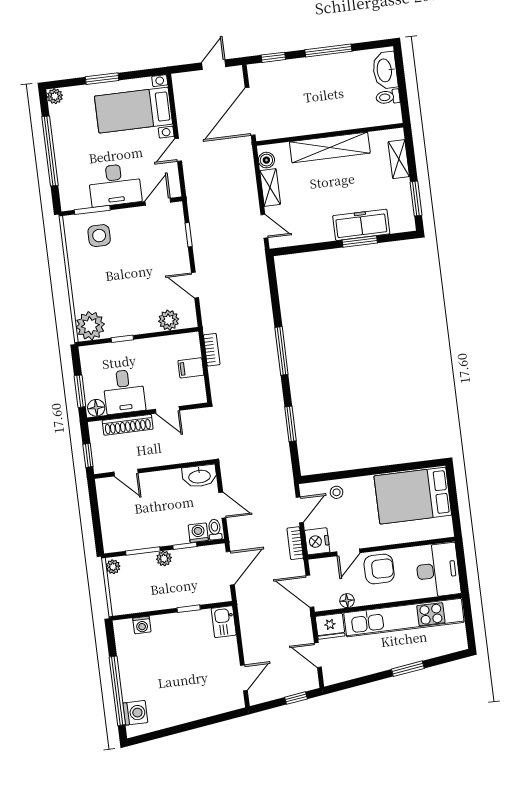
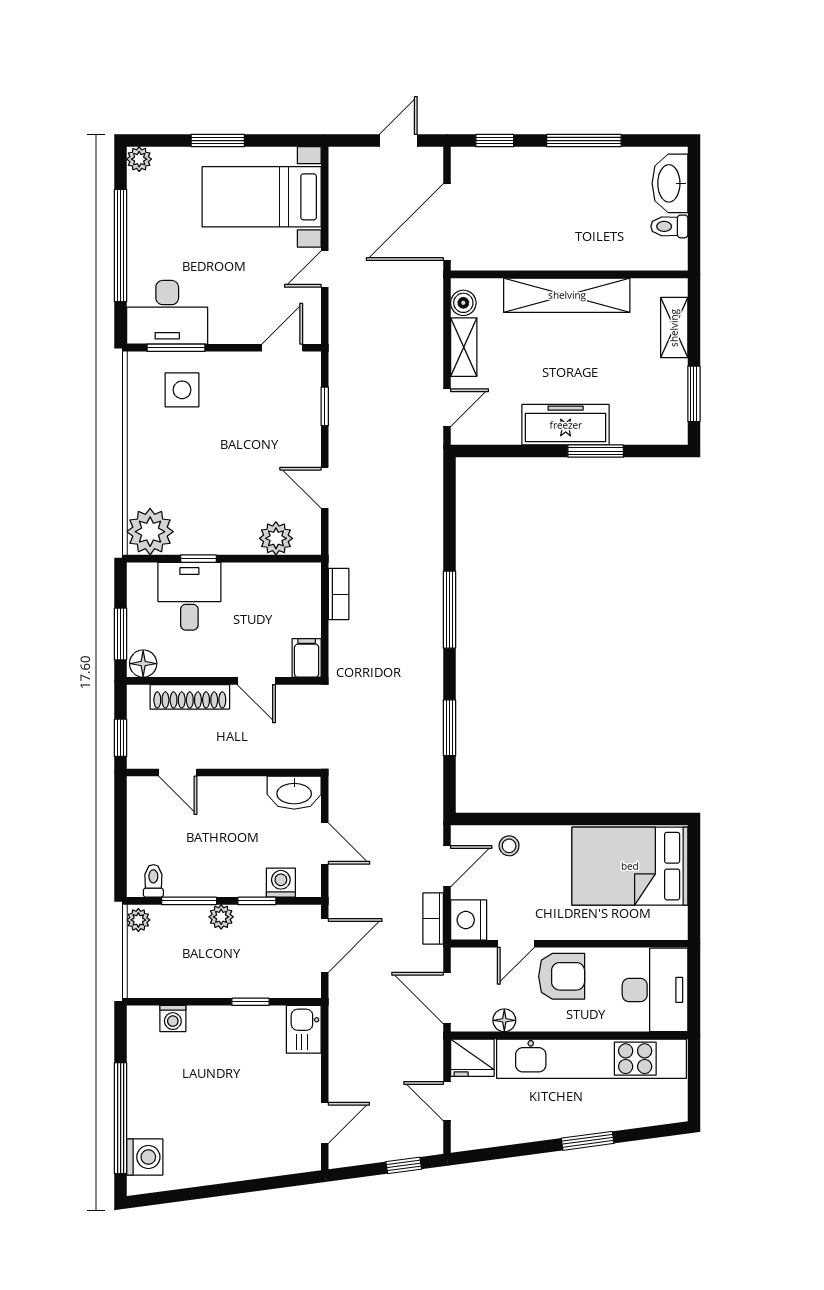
desk: (115, 185) -> (167, 312), moved
freezer: (361, 225) -> (566, 425), moved
door: (264, 226) -> (447, 408), hinge flipped
filing cabinet: (191, 368) -> (307, 658), moved, turned 90
desk: (124, 392) -> (189, 596), moved, turned 180
toilet: (215, 530) -> (153, 881), moved

